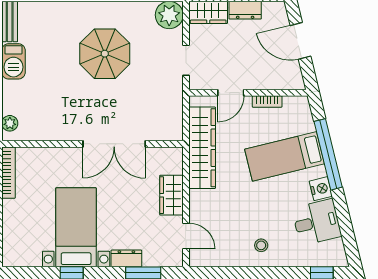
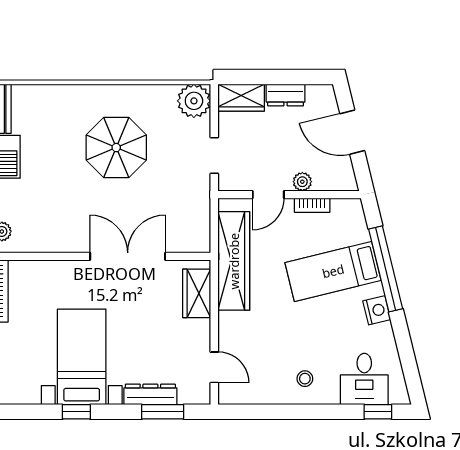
plant: (259, 82) -> (302, 182), added
double door: (114, 144) -> (128, 256), swing flipped
wardrobe: (171, 195) -> (197, 293), moved
desk: (317, 222) -> (364, 379), moved, turned 104
dresser: (126, 258) -> (150, 394), width x1.44

